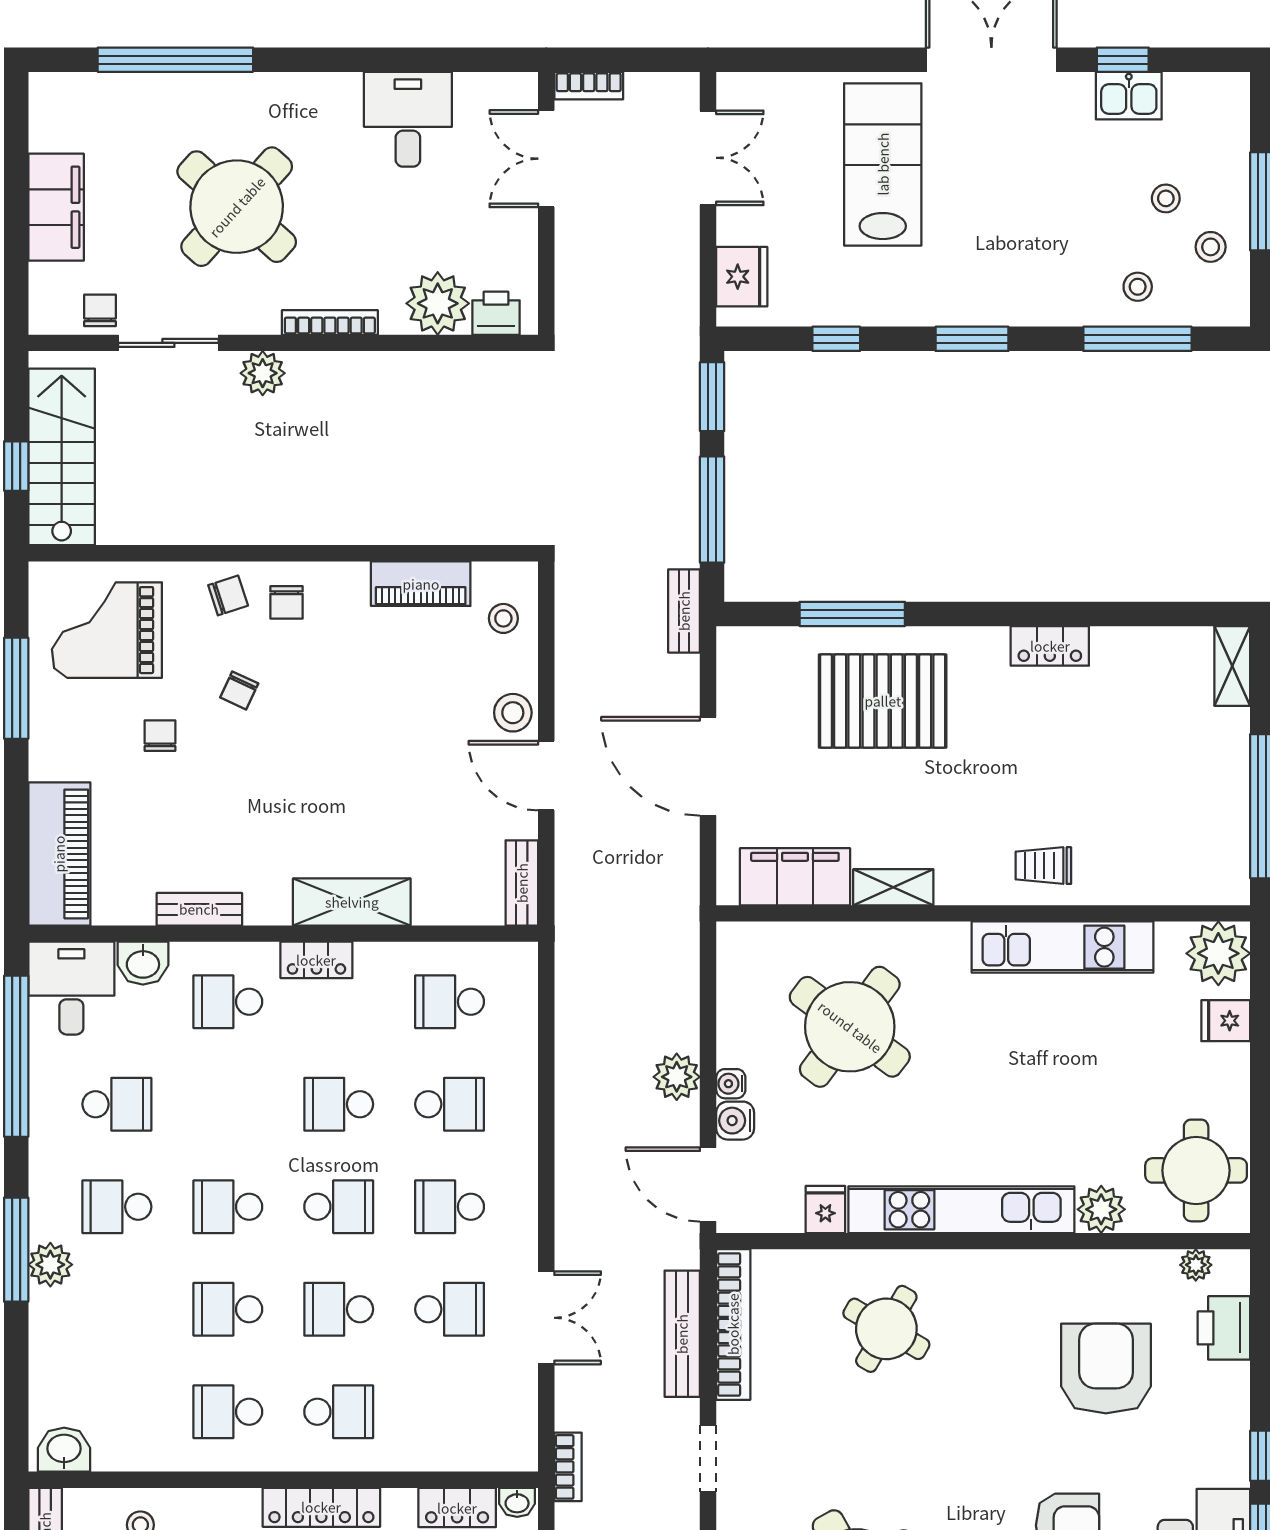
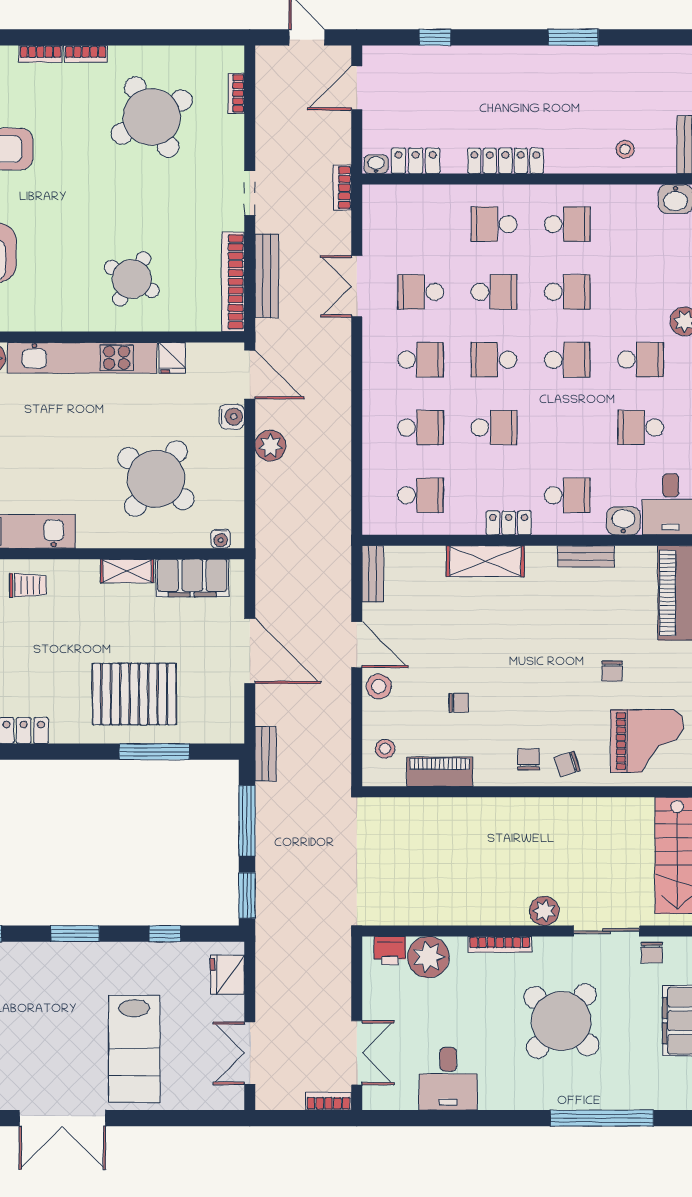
chair: (239, 690) -> (459, 703), moved, turned 65
water cooler: (731, 1084) -> (221, 539), moved, turned 90
school desk: (450, 1104) -> (421, 427), turned 180

